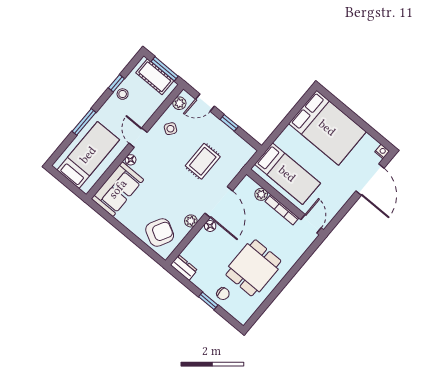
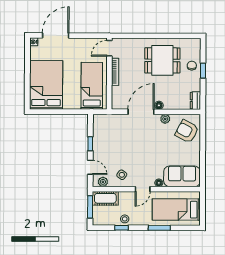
cot: (155, 77) -> (105, 198), moved, turned 90
rug: (203, 161) -> (125, 141), removed
plant: (261, 194) -> (116, 91), removed

